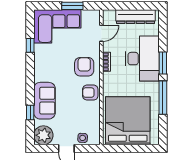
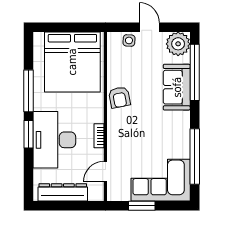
window: (30, 45) -> (195, 156), width x3.17
armchair: (84, 67) -> (127, 130), removed
armchair: (90, 93) -> (119, 97), turned 79
window: (30, 113) -> (195, 72), width x3.17

